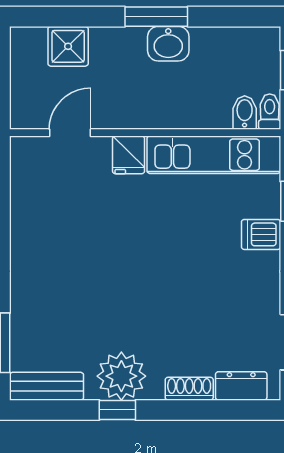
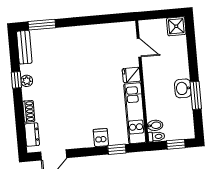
window: (156, 17) -> (196, 95), moved
shower: (68, 46) -> (176, 26), moved
plant: (121, 376) -> (27, 81), width x0.53, depth x0.53

